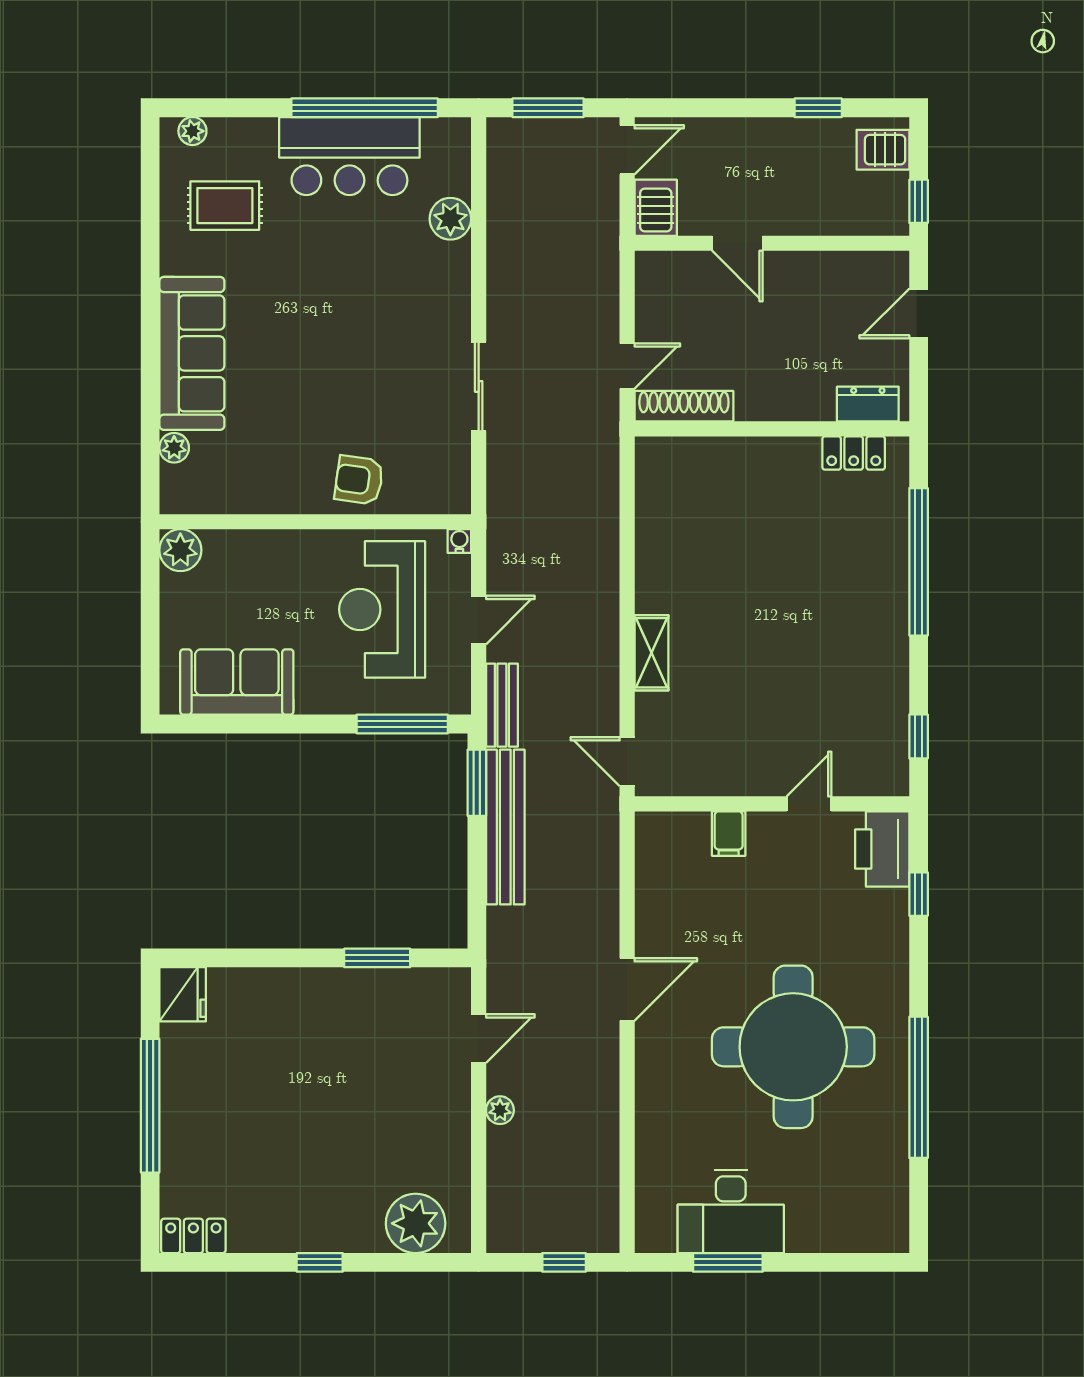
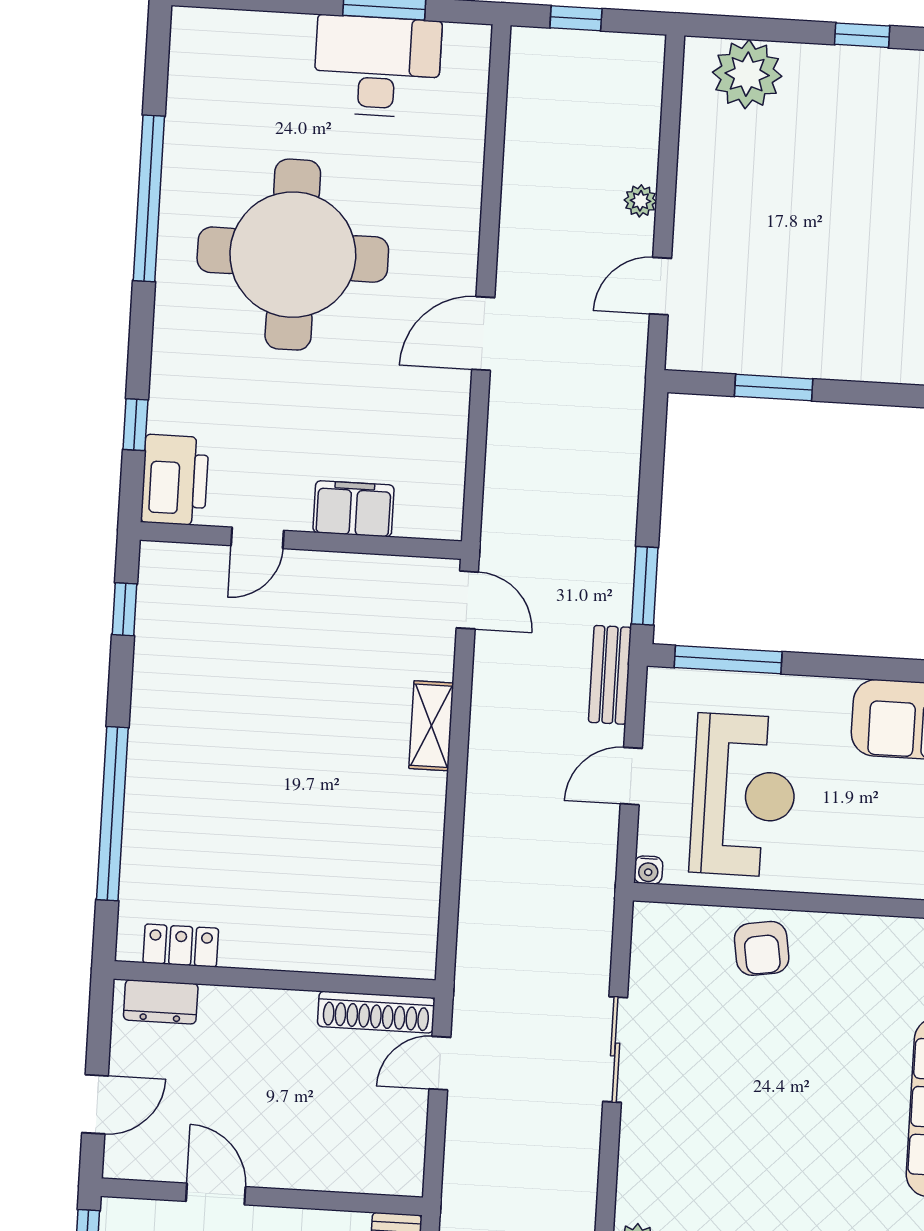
door: (737, 243) -> (216, 1194), moved
armchair: (359, 480) -> (762, 948), turned 73
bench: (505, 827) -> (614, 532), removed
filing cabinet: (729, 834) -> (354, 509), width x2.00

